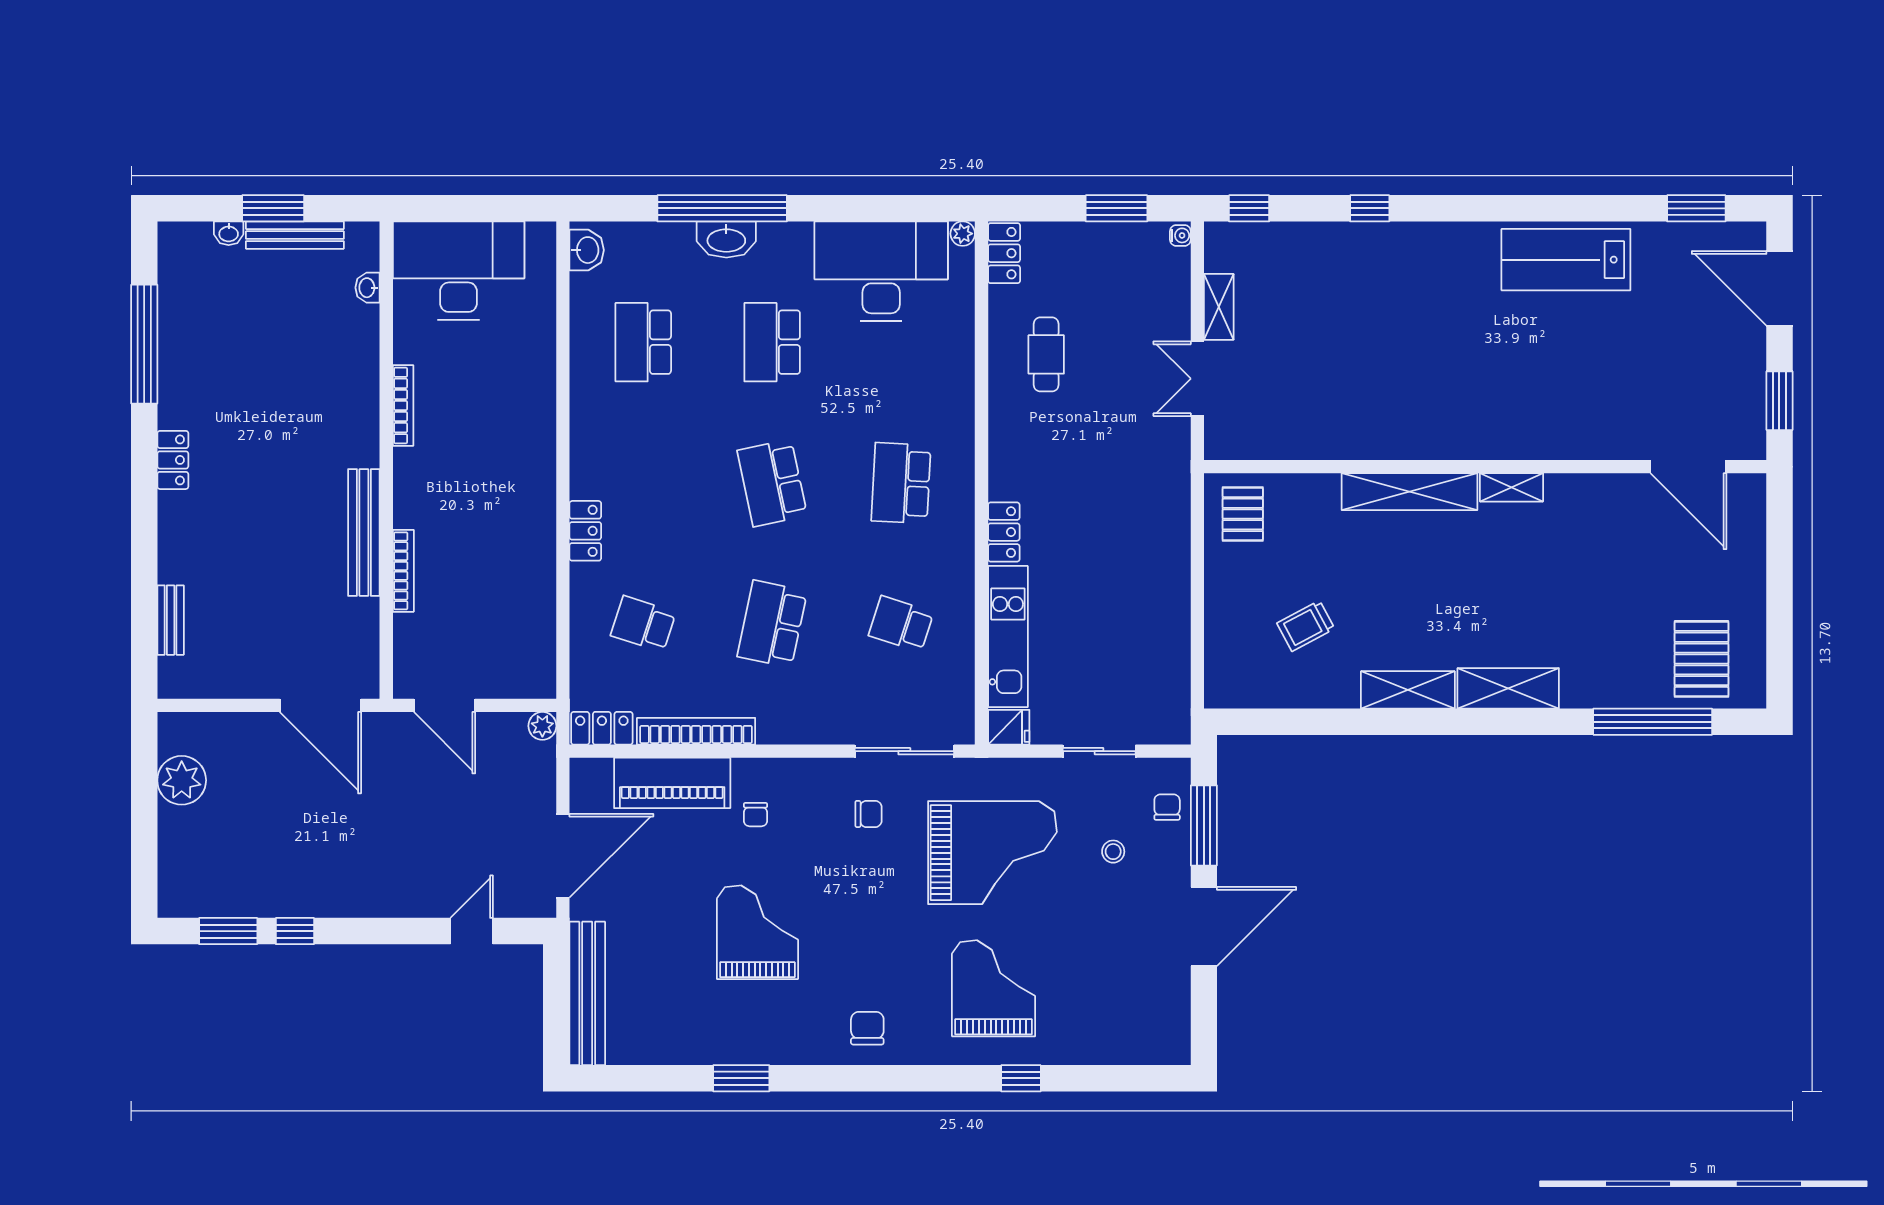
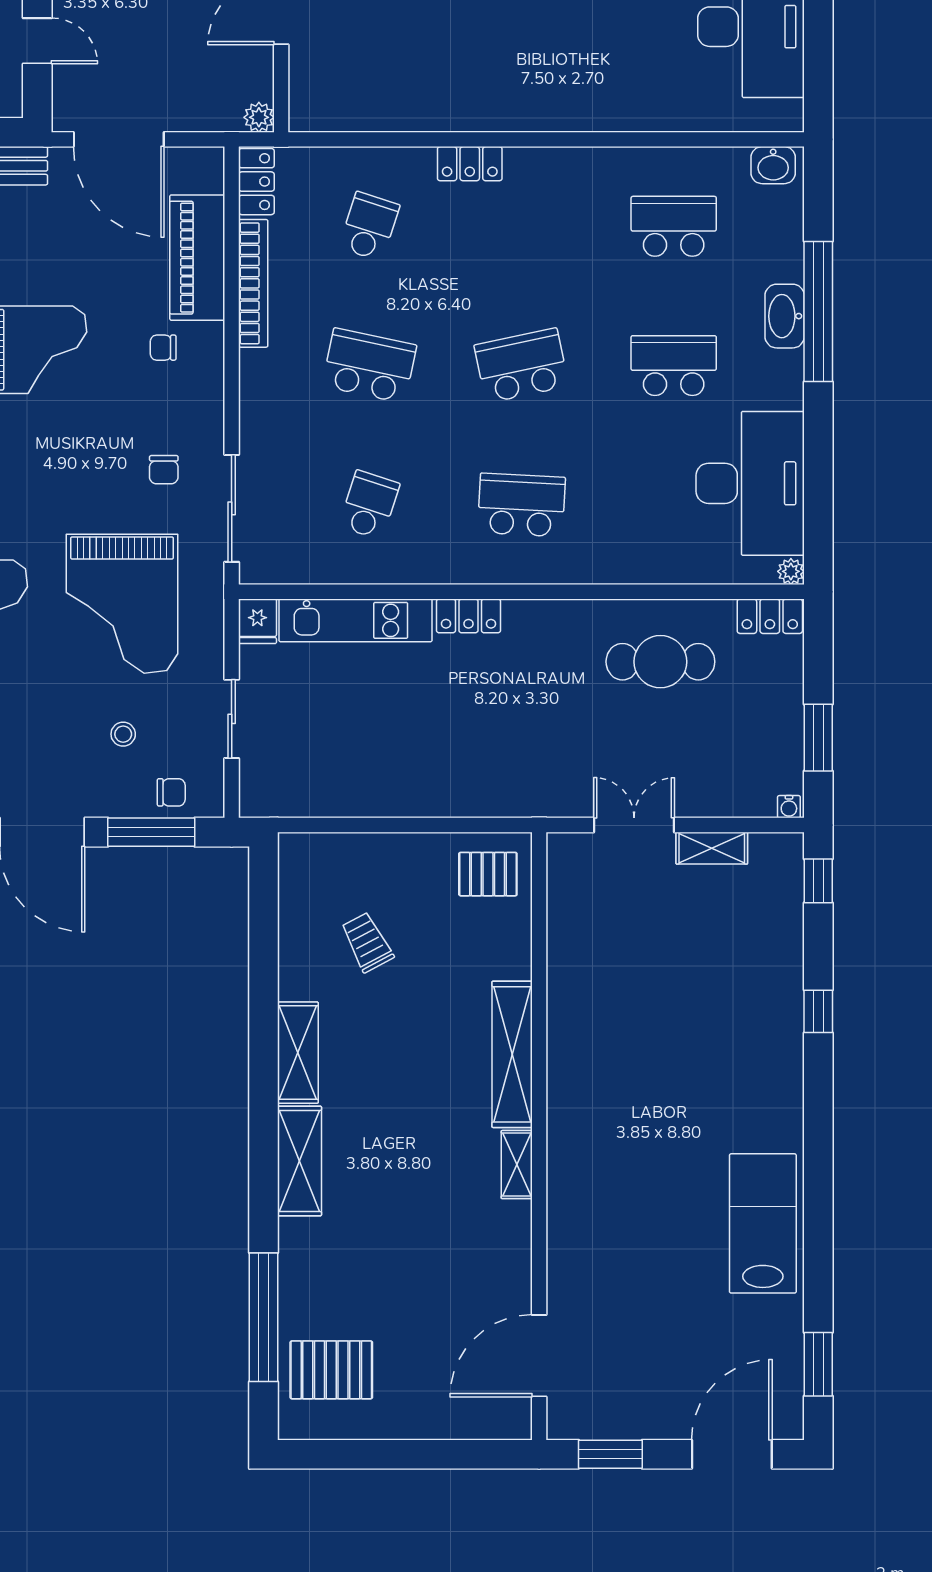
cafe table: (1046, 354) -> (660, 662), width x1.37, depth x1.35

